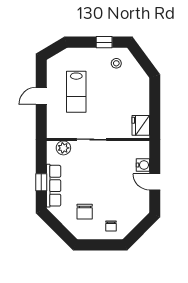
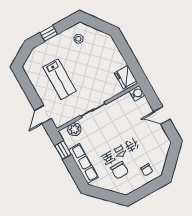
window: (104, 42) -> (49, 33), moved
door: (41, 96) -> (43, 114), moved
water cooler: (143, 165) -> (137, 93), moved
window: (41, 182) -> (63, 150), moved

